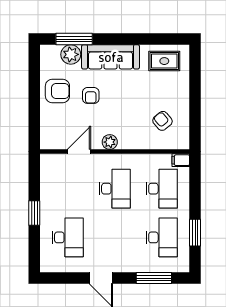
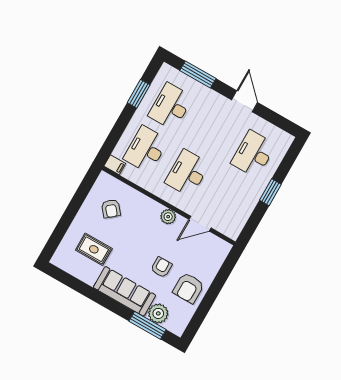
rug: (164, 61) -> (94, 249), moved
armchair: (57, 91) -> (188, 288), turned -90

